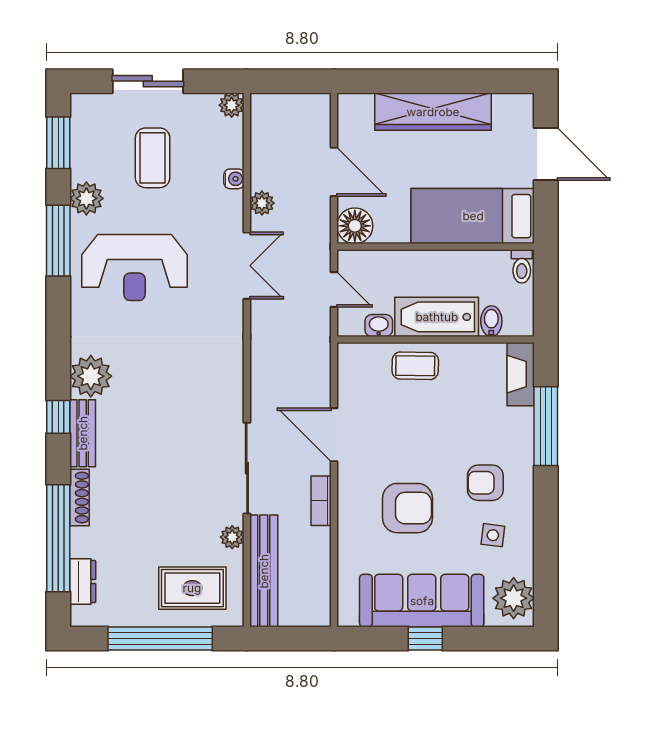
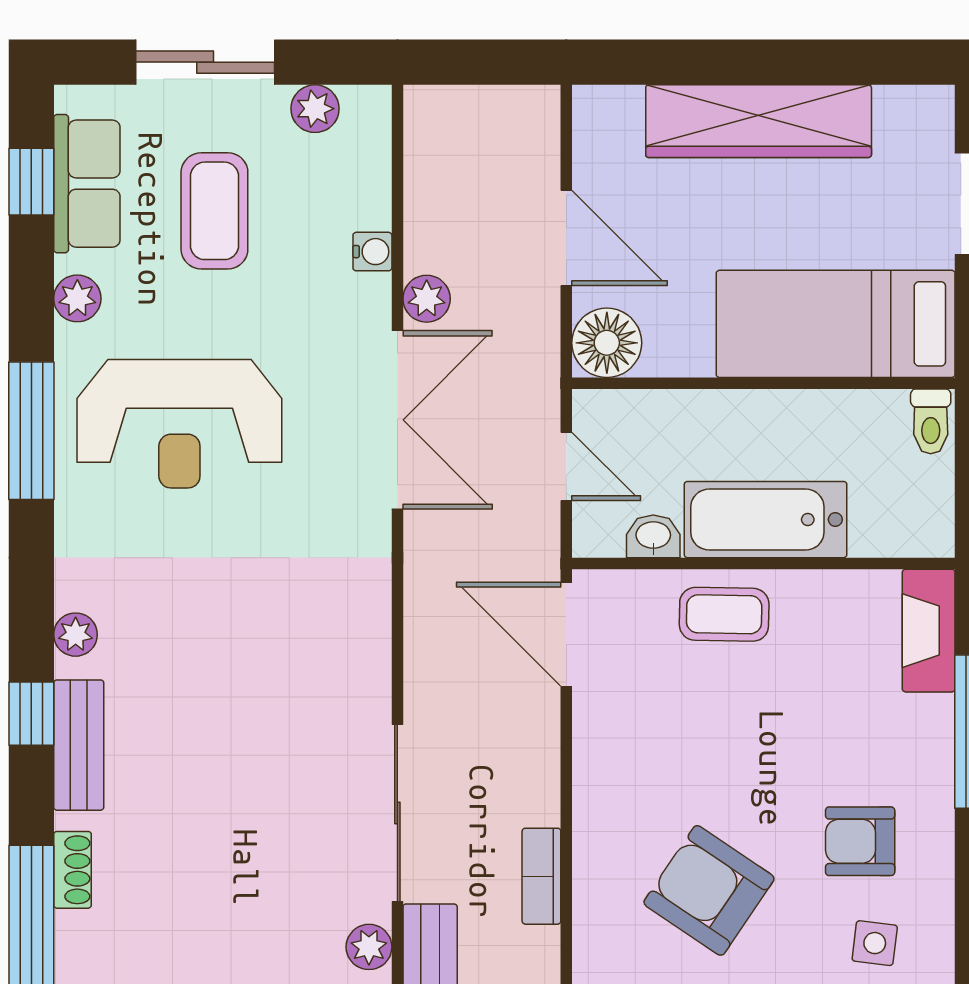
plant: (232, 105) -> (315, 109), moved
window: (58, 143) -> (31, 182), width x0.67
row of seats: (87, 144) -> (87, 184), added
plant: (86, 198) -> (77, 298), width x0.73, depth x0.73
window: (58, 241) -> (31, 431), moved
double door: (247, 266) -> (397, 420), width x1.37
bidet: (491, 321) -> (872, 528), removed
plant: (91, 376) -> (76, 635), width x0.53, depth x0.53
door: (334, 435) -> (566, 634), moved
shoe rack: (79, 497) -> (73, 870), width x0.70
armchair: (407, 508) -> (709, 890), turned -146

